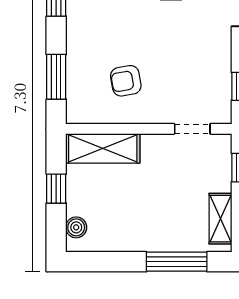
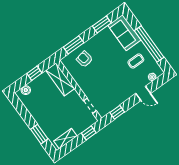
armchair: (126, 81) -> (85, 59), moved
window: (177, 262) -> (39, 134), width x0.69

